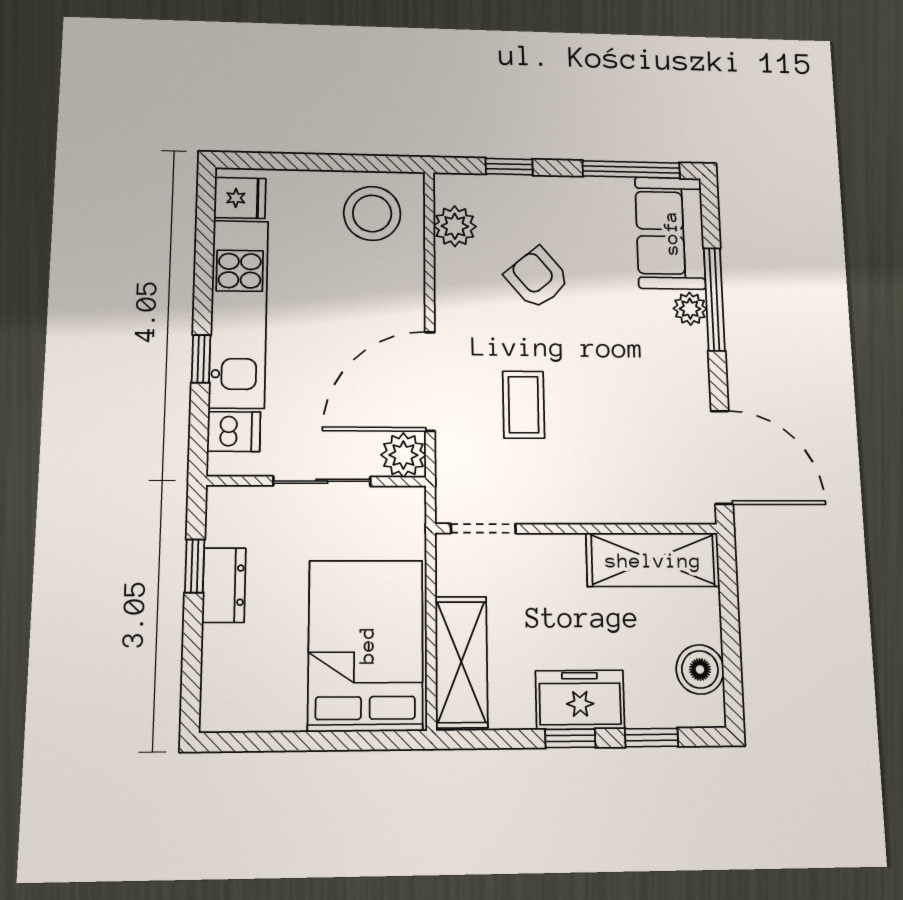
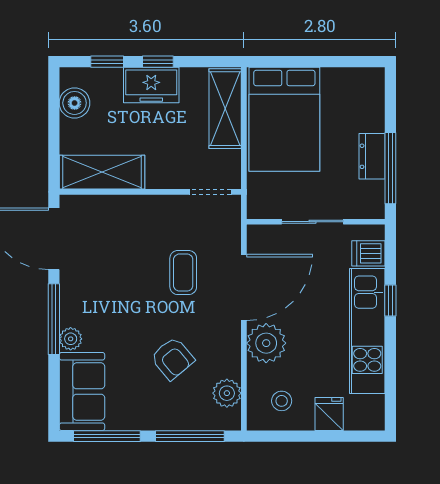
window: (509, 167) -> (190, 436), width x2.17
fridge: (240, 198) -> (329, 414), moved, turned 90
stool: (372, 213) -> (282, 401), width x0.53, depth x0.53
window: (714, 299) -> (54, 319), moved
plant: (403, 455) -> (266, 343), moved, width x1.36, depth x1.36
window: (195, 566) -> (390, 168), width x2.17

